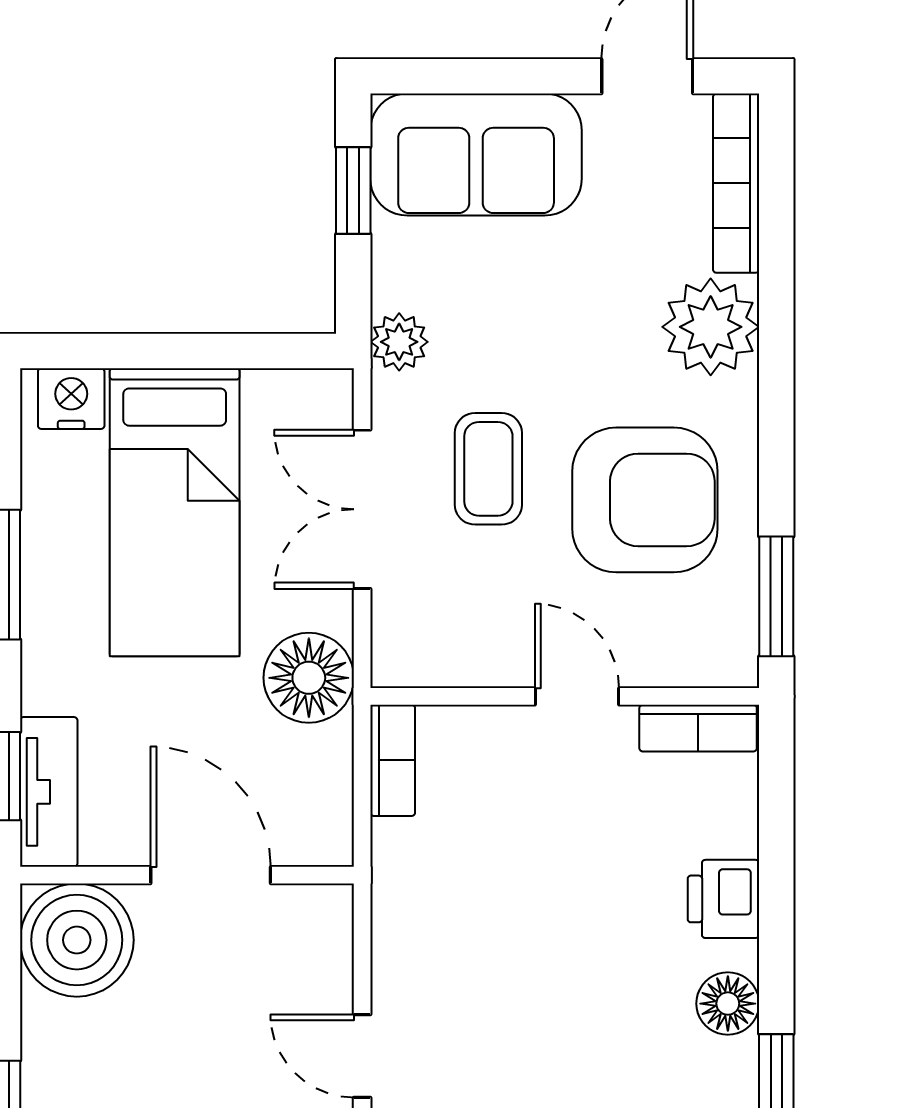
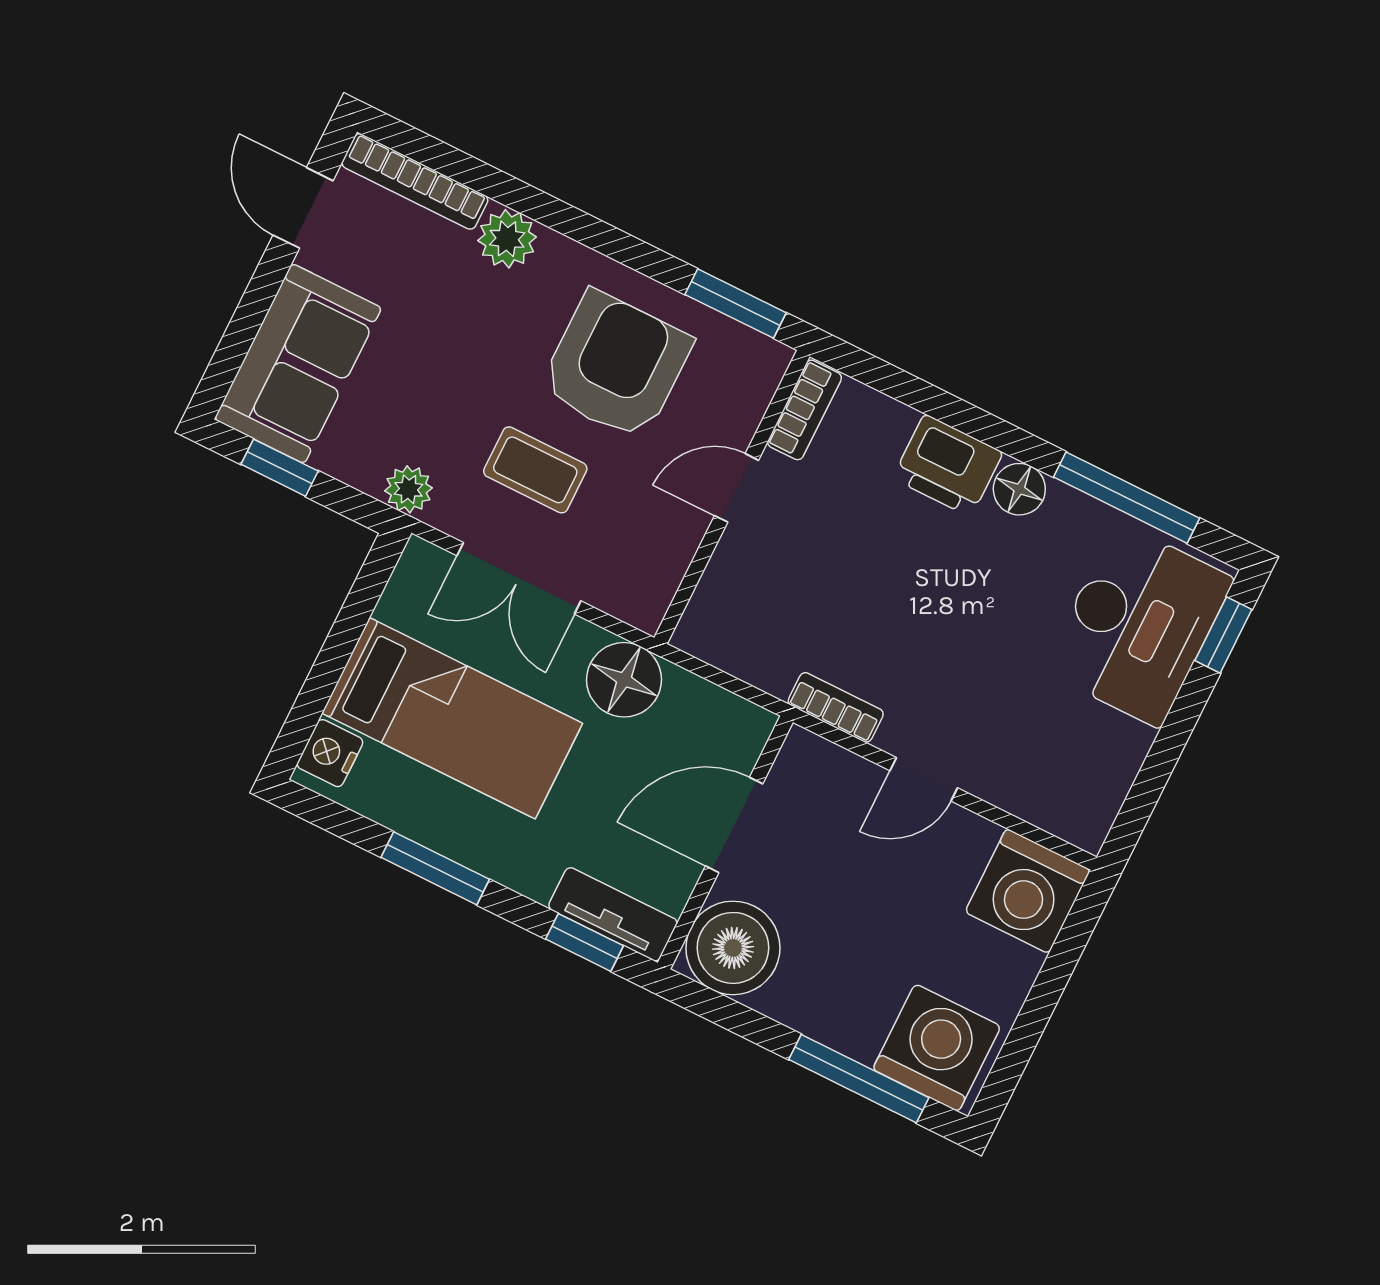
plant: (711, 327) -> (507, 239), width x0.73, depth x0.73
bookcase: (393, 760) -> (836, 707), moved
printer: (723, 899) -> (948, 465), width x1.36, depth x1.24

